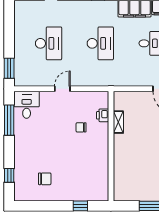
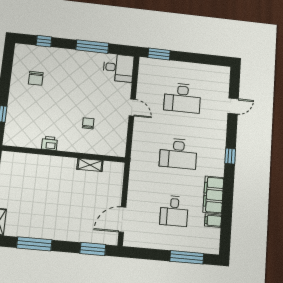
printer: (103, 115) -> (49, 143), moved
window: (9, 120) -> (92, 47), moved

